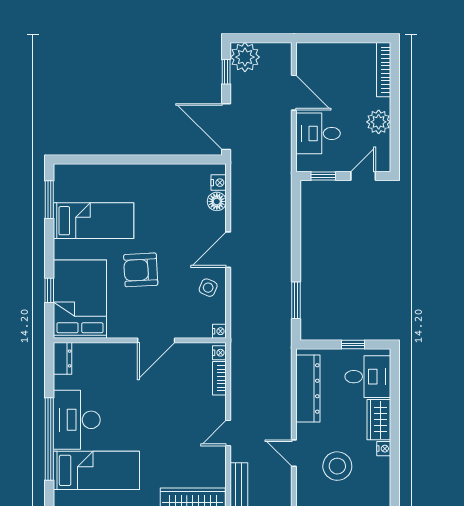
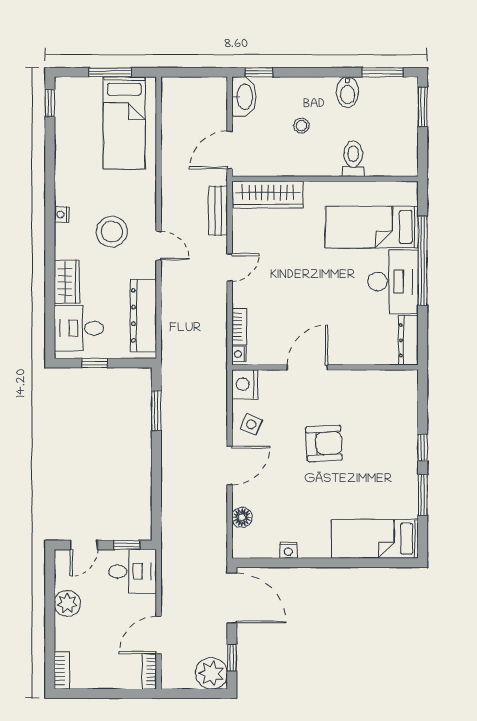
bookcase: (303, 59) -> (149, 671), added
bookcase: (384, 70) -> (62, 670), width x0.64
door: (294, 93) -> (159, 635), hinge flipped
desk: (318, 133) -> (133, 572), moved
nightstand: (219, 183) -> (288, 550), moved, turned -90
window: (49, 200) -> (423, 495), moved
bed: (94, 221) -> (375, 539), moved
window: (49, 290) -> (423, 448), moved
bed: (80, 299) -> (390, 412), removed
nightstand: (219, 331) -> (245, 384), width x1.89, depth x1.79
dresser: (62, 358) -> (408, 340), width x1.44
nightstand: (384, 449) -> (62, 214), moved

